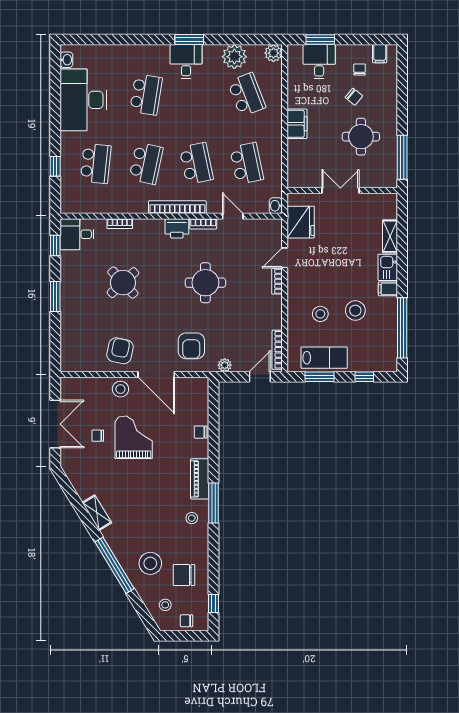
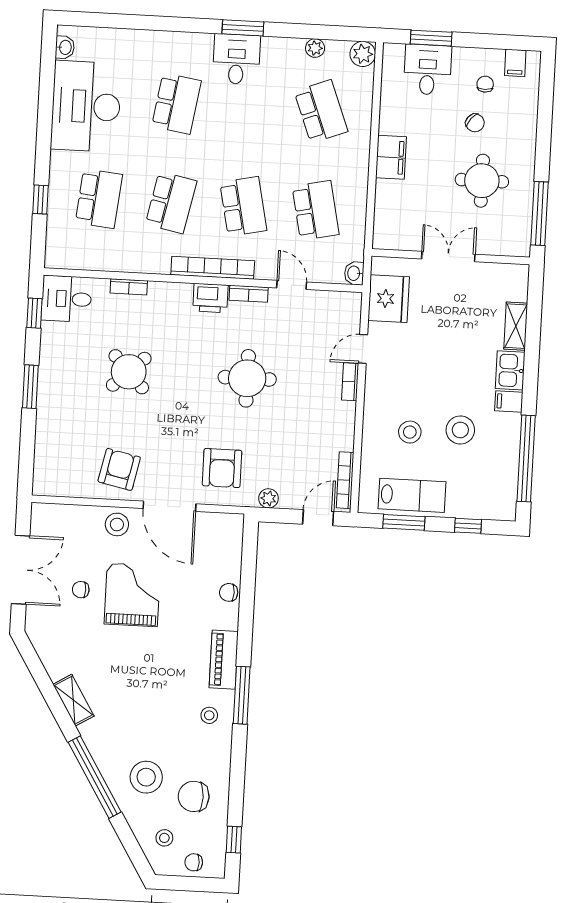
plant: (234, 57) -> (315, 48), width x0.53, depth x0.53

